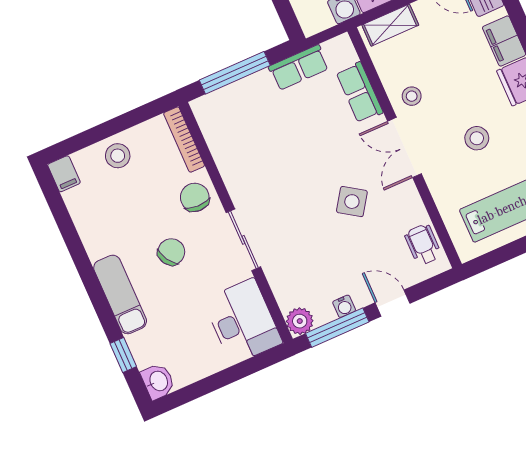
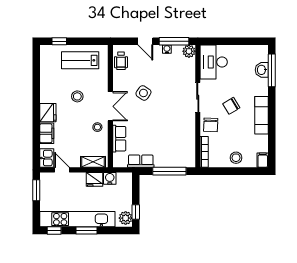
exam couch: (120, 294) -> (262, 115), moved
window: (123, 355) -> (272, 70), width x2.17
washbasin: (158, 381) -> (262, 70), moved

